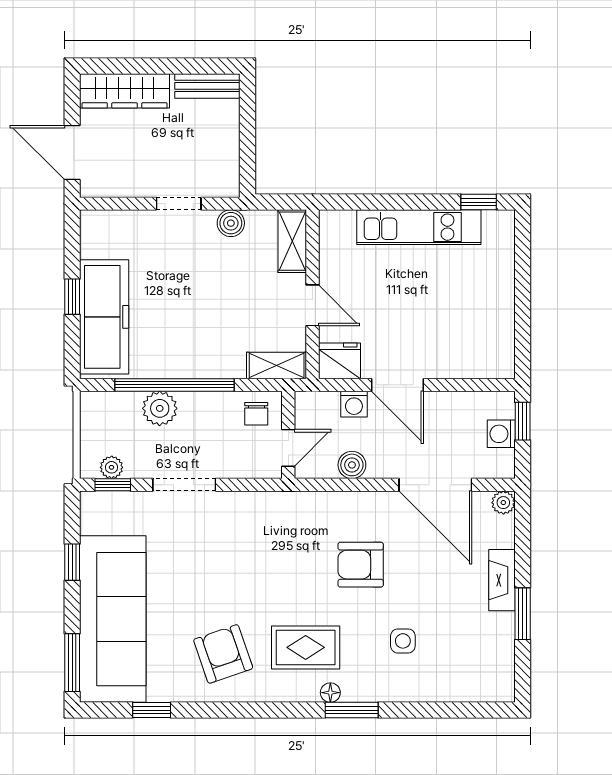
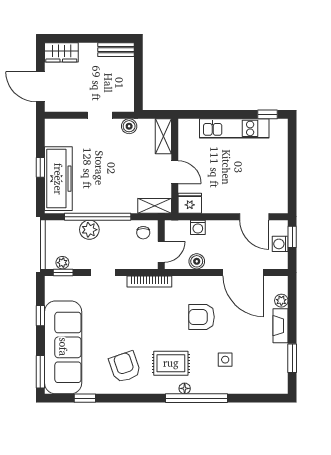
wardrobe: (124, 91) -> (61, 52), width x0.67
door: (398, 385) -> (254, 217), moved
doorway: (184, 485) -> (103, 272), width x0.73
bookcase: (267, 501) -> (149, 281), added
plant: (503, 503) -> (281, 301), moved
window: (523, 614) -> (292, 358), moved
window: (352, 710) -> (197, 398), width x2.11

